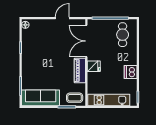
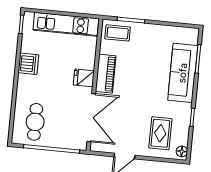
rug: (40, 35) -> (160, 133), added
sofa: (41, 98) -> (183, 73), moved, turned 90

